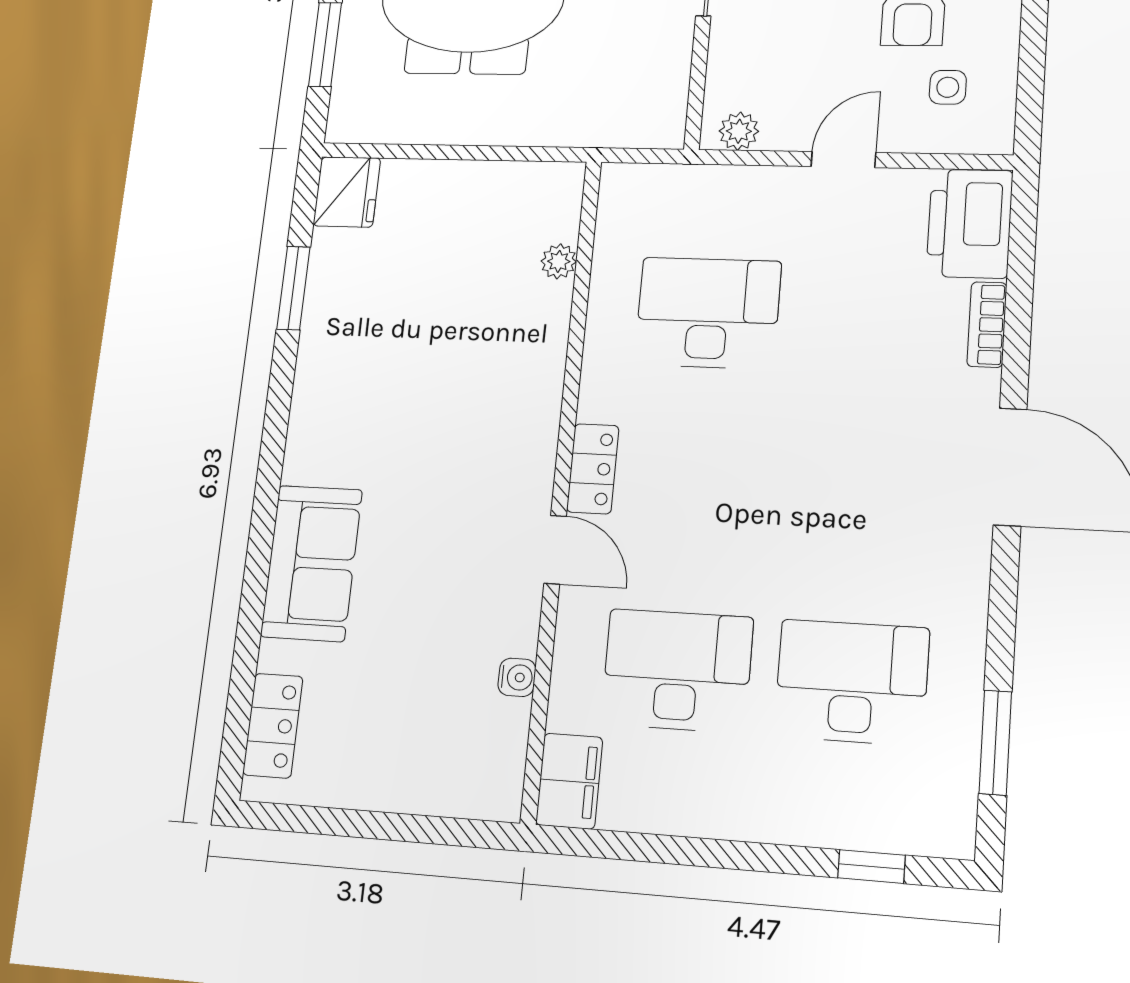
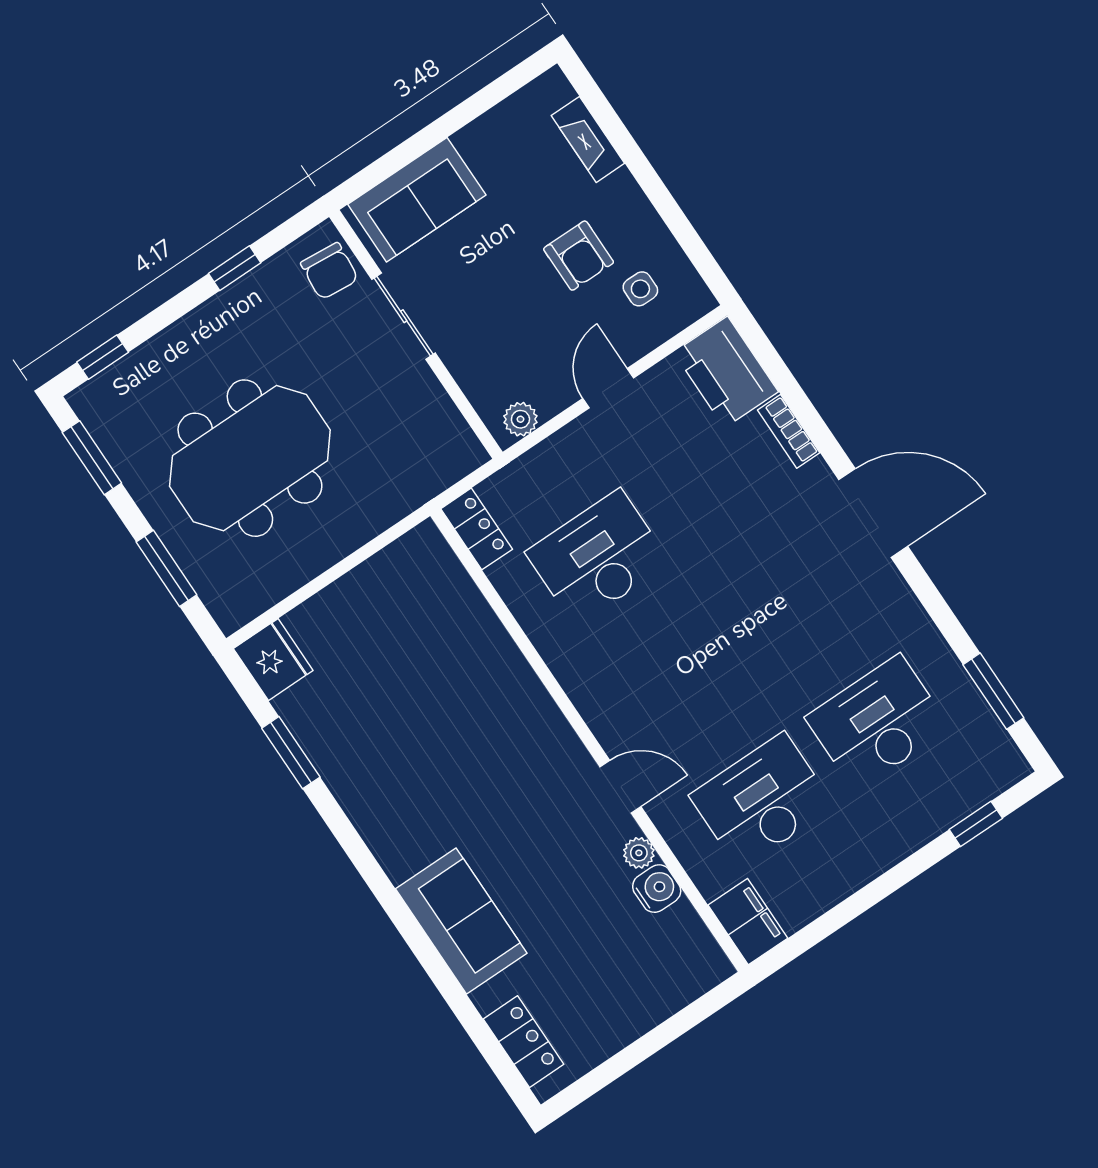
plant: (559, 261) -> (639, 853), moved
locker: (593, 469) -> (477, 529), moved
water cooler: (517, 677) -> (657, 889), width x1.38, depth x1.38

